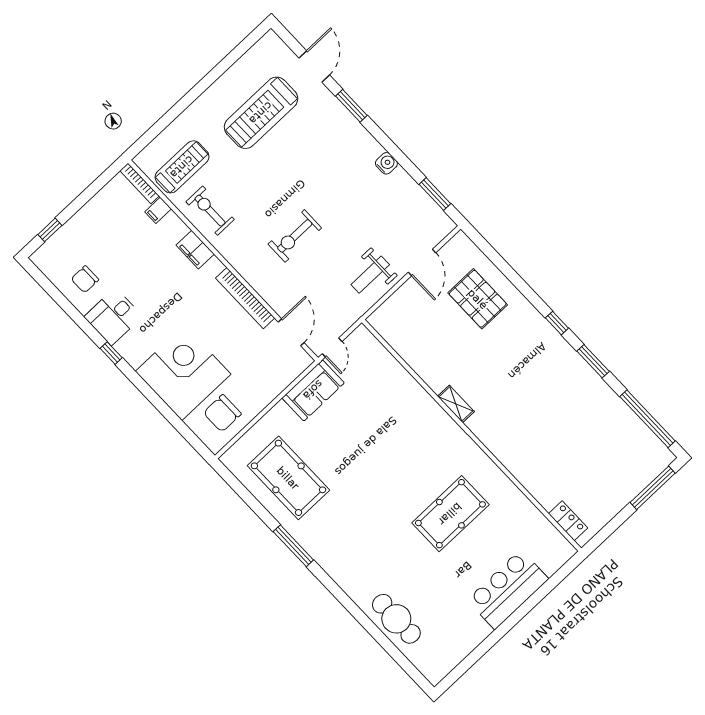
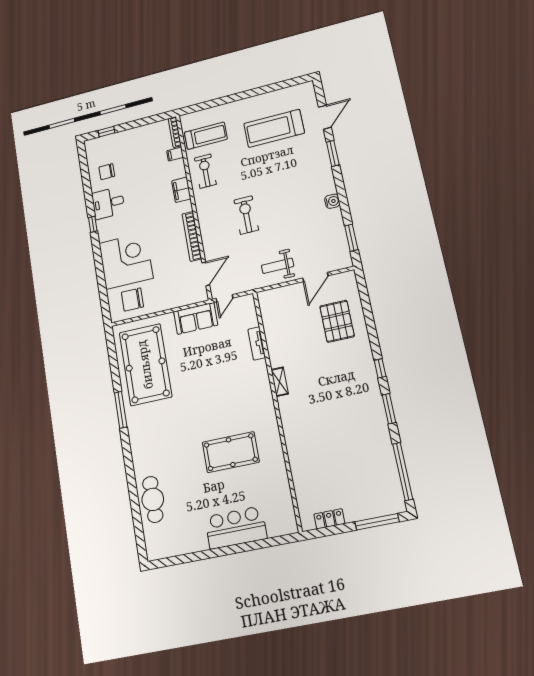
exercise bike: (295, 236) -> (246, 215), turned 90
tv unit: (403, 377) -> (257, 343), added
pool table: (288, 478) -> (145, 365), width x1.36, depth x1.32
locker: (568, 521) -> (329, 519), moved, turned -90

